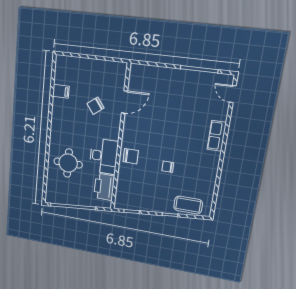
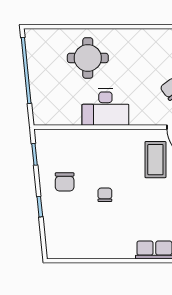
chair: (131, 156) -> (65, 182), moved
printer: (104, 187) -> (63, 112), removed
coffee table: (188, 205) -> (155, 160), moved

